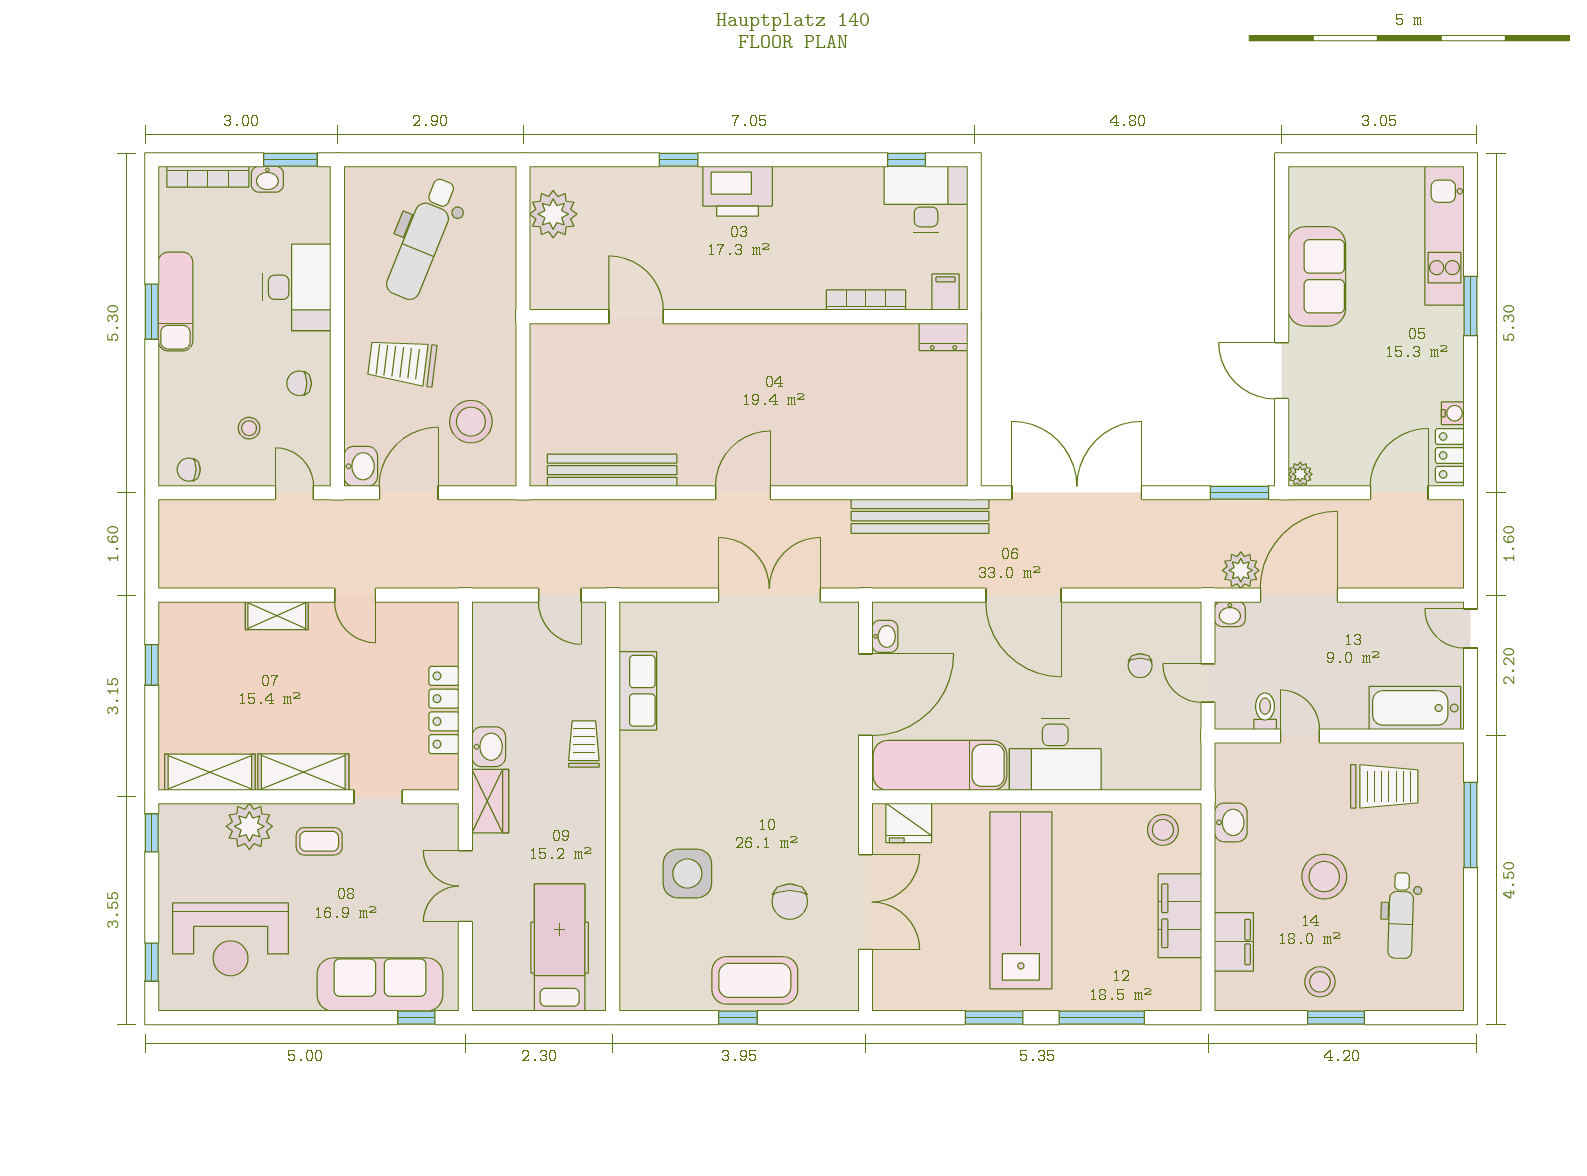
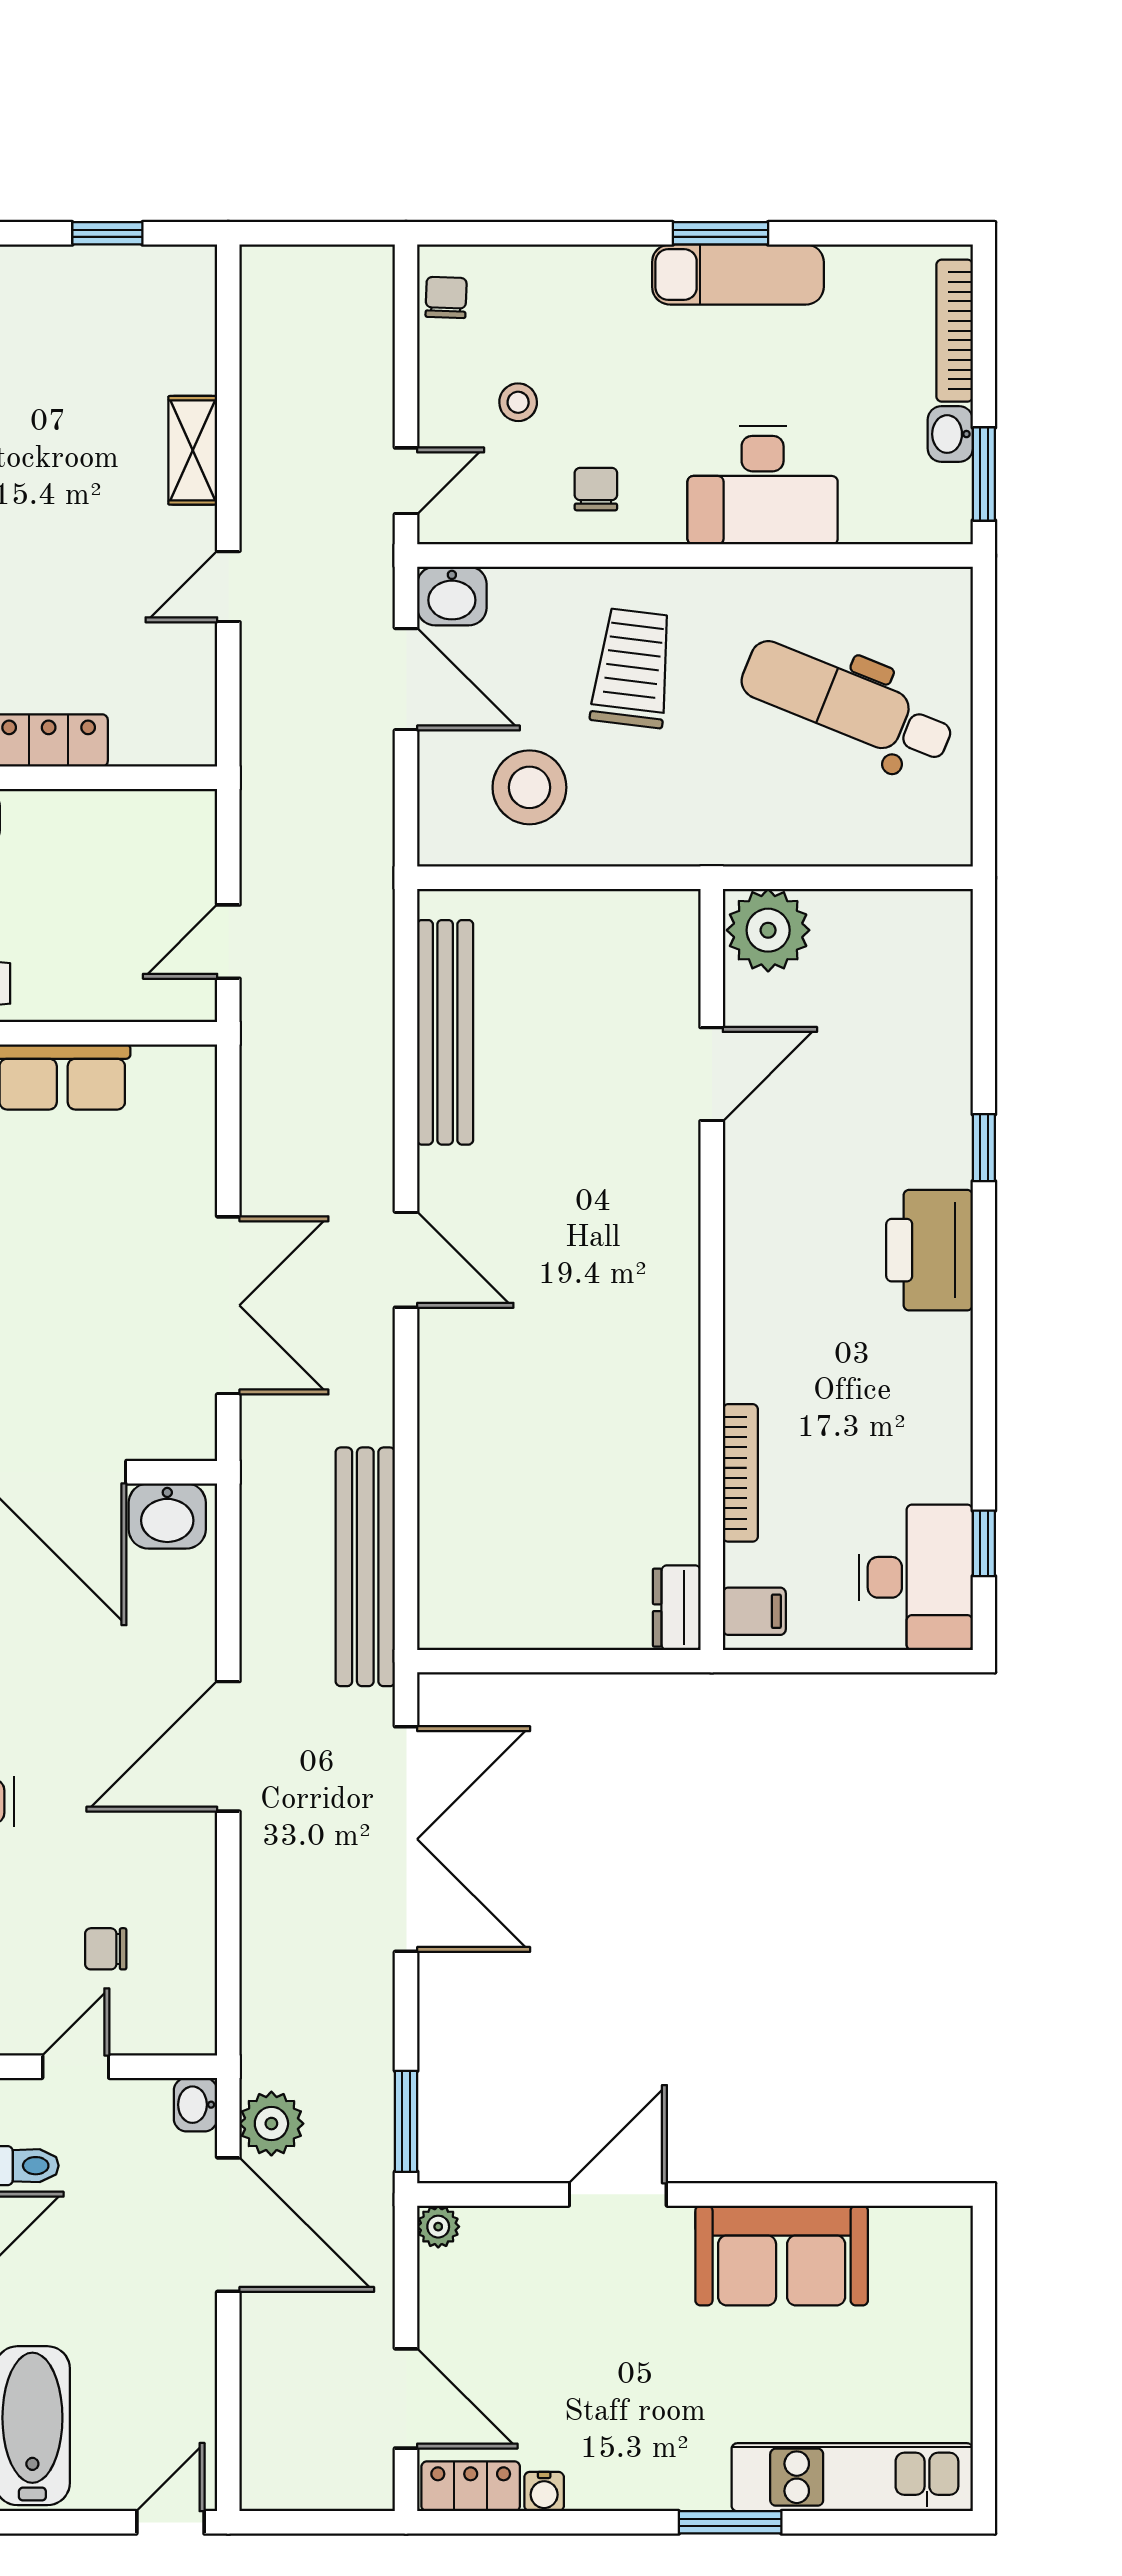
plant: (553, 214) -> (768, 930), moved
washbasin: (885, 636) -> (167, 1516), width x1.38, depth x1.45

